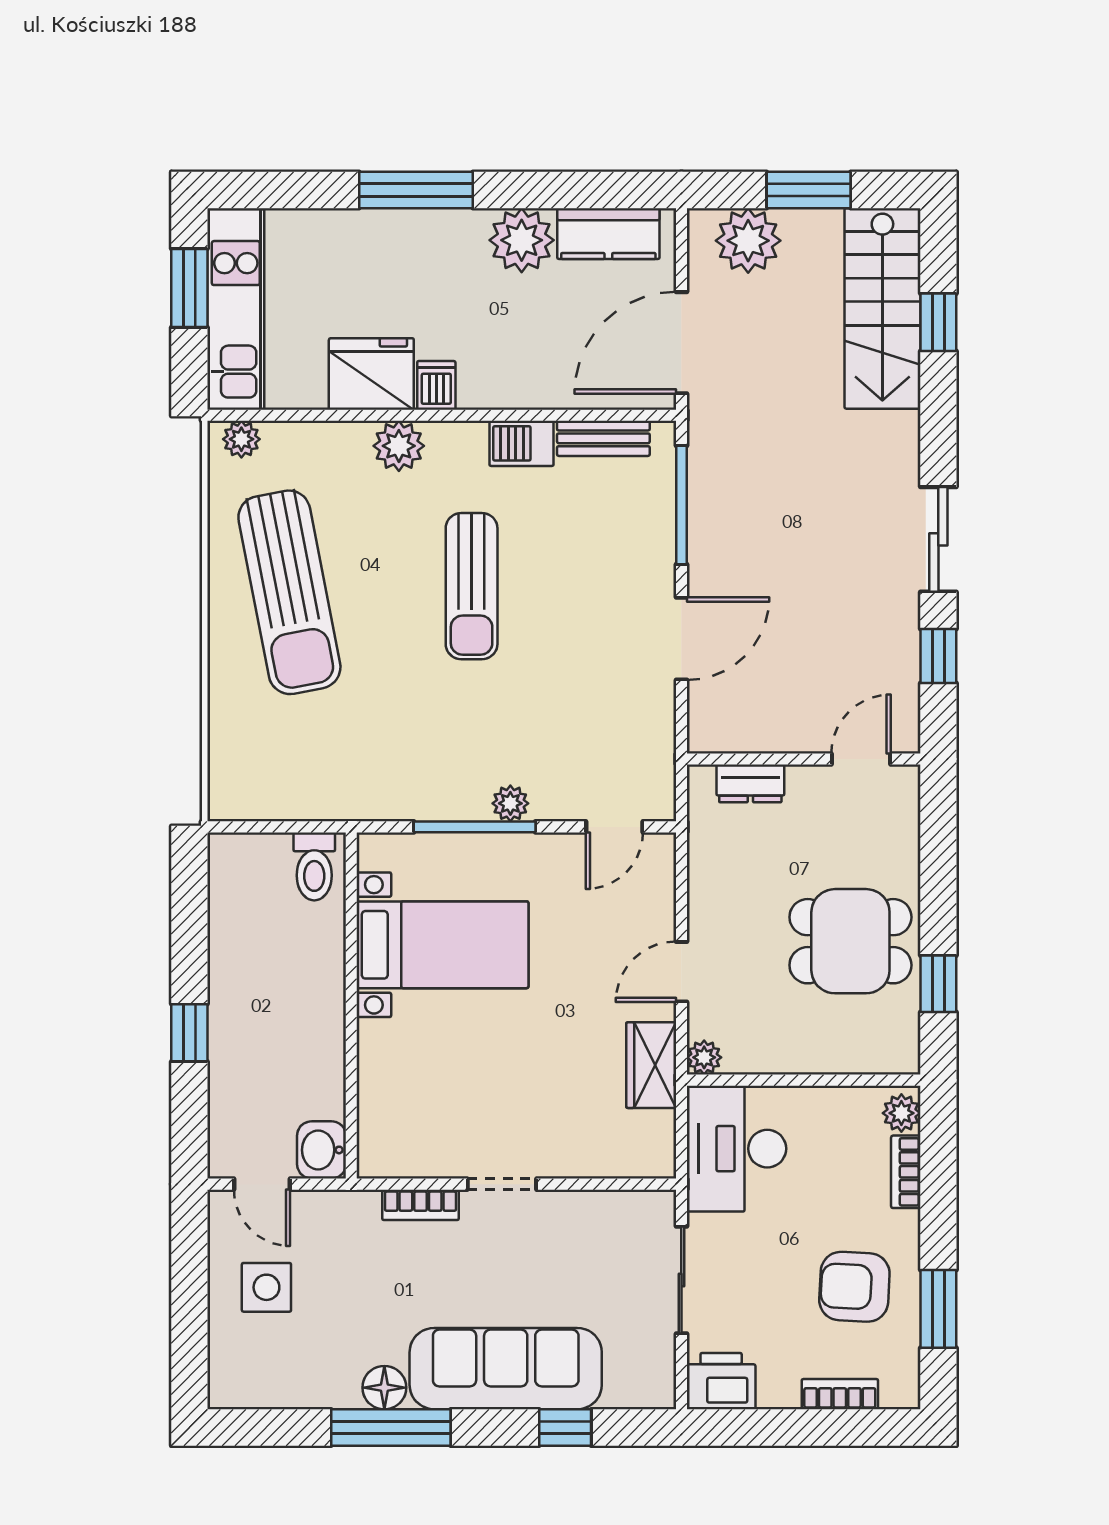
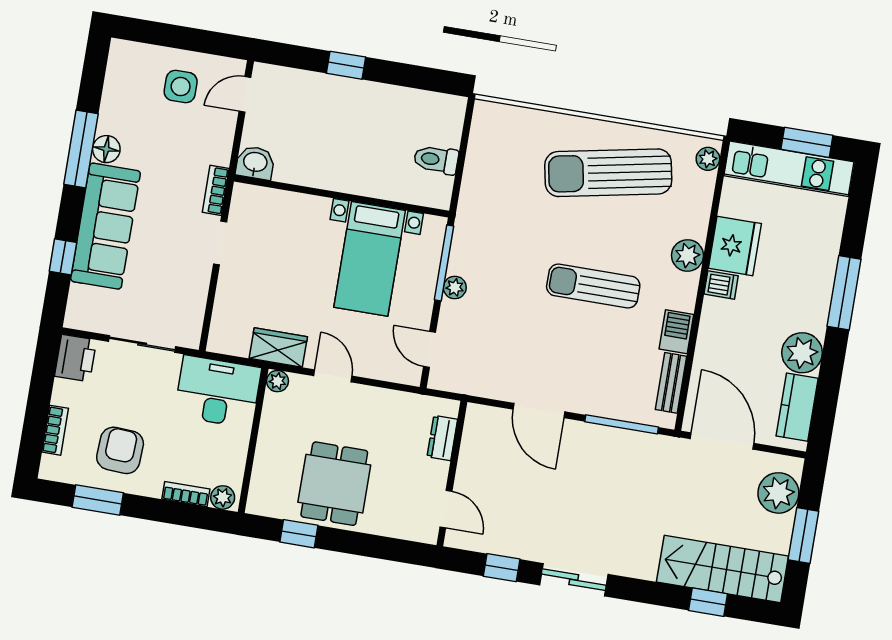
bed with nightstands: (443, 945) -> (370, 259), moved
wall: (351, 1005) -> (342, 196), moved
washbasin: (322, 1150) -> (255, 163), moved

